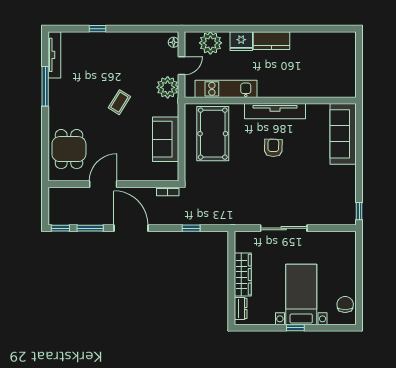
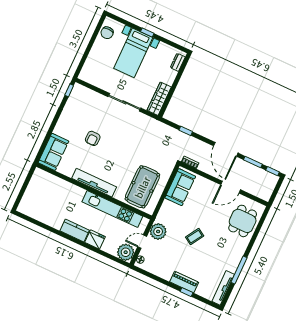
piano: (106, 40) -> (184, 282), added
plant: (210, 43) -> (126, 252), moved
kitchen unit: (226, 89) -> (112, 209), width x1.36
sofa: (343, 134) -> (53, 152), width x0.73
sofa: (166, 139) -> (180, 187), moved
armchair: (273, 148) -> (93, 138), moved
wardrobe: (243, 275) -> (159, 99), moved

